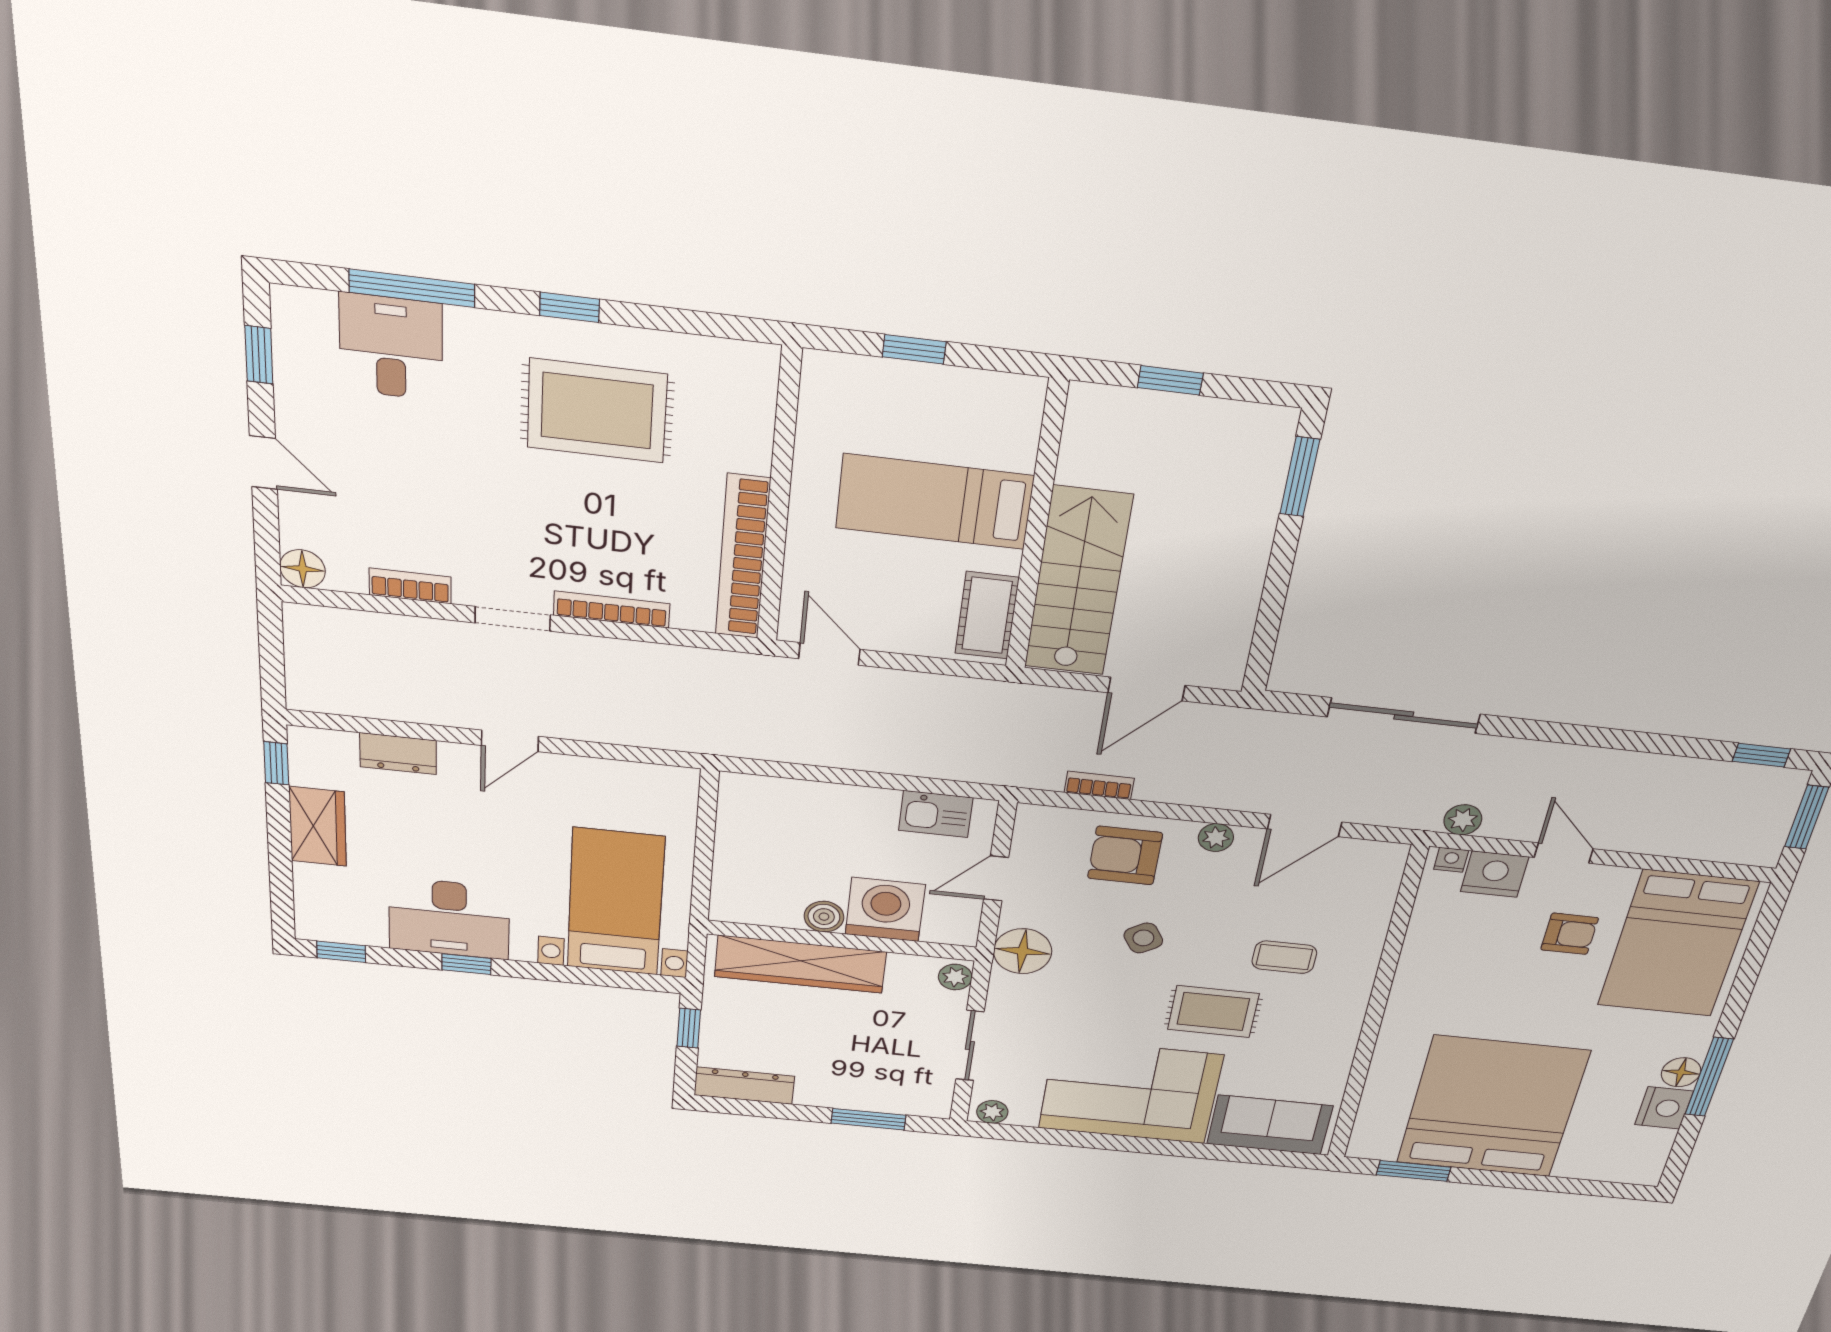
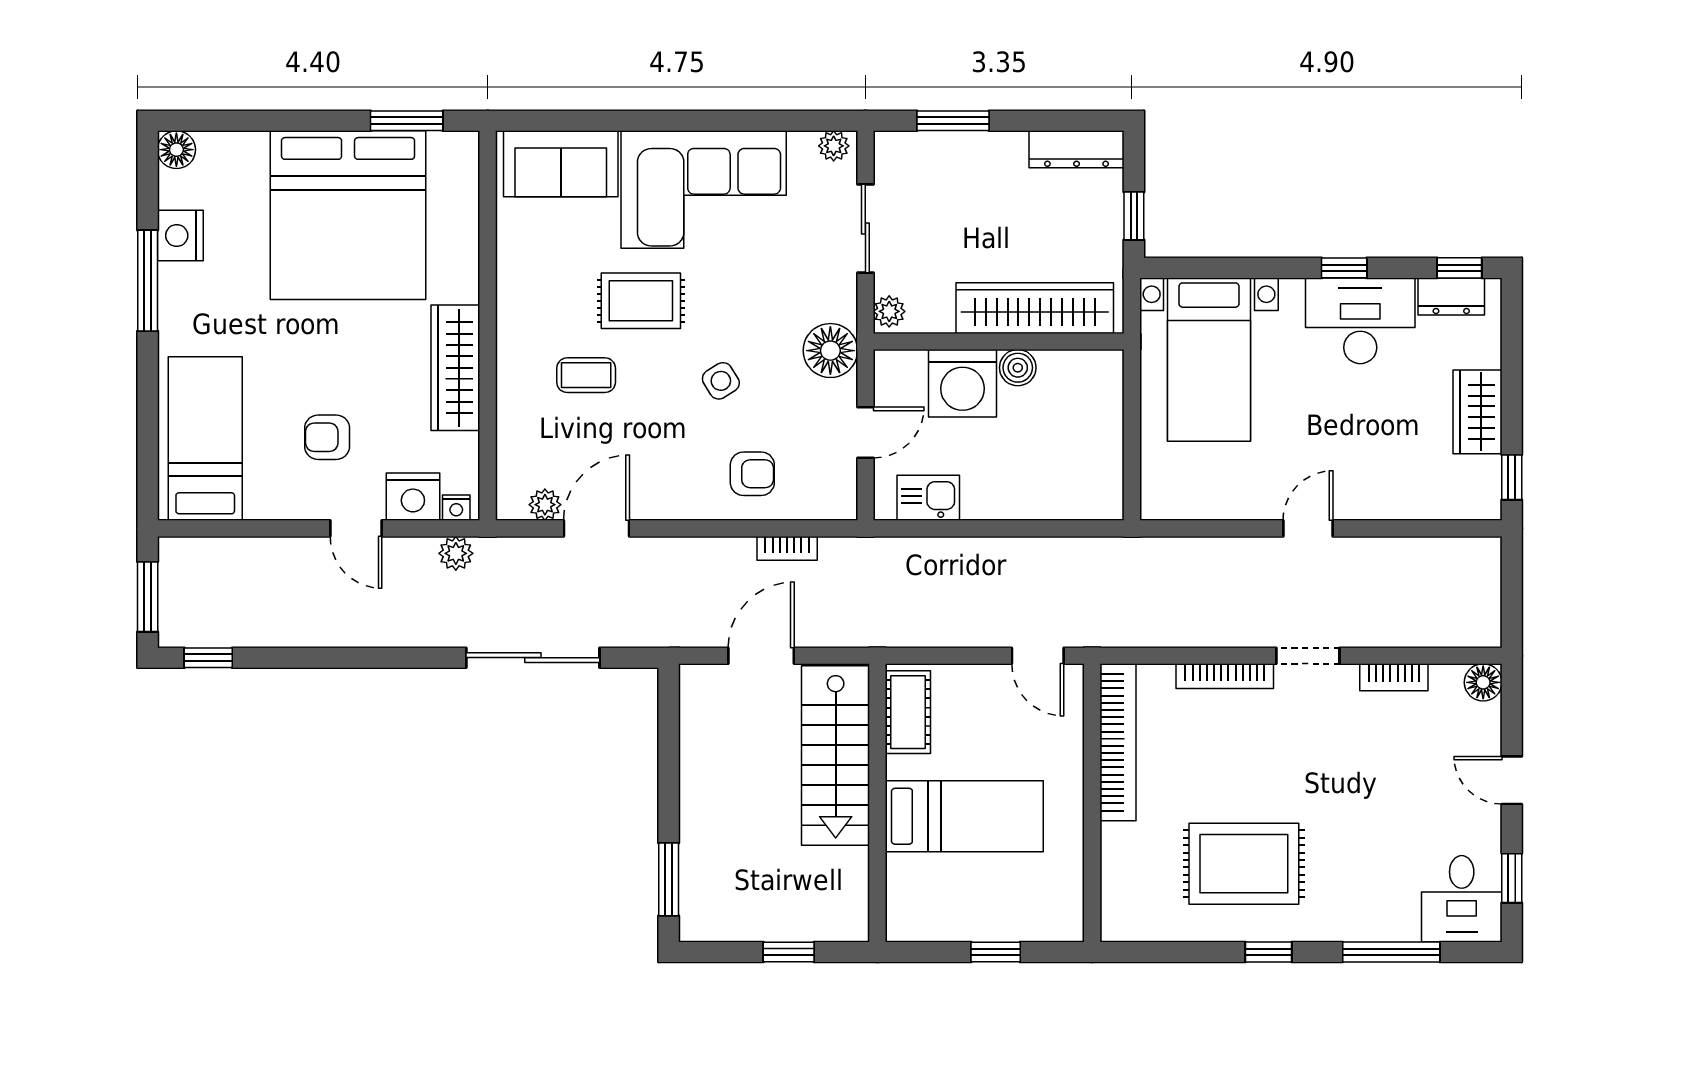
desk: (391, 347) -> (1462, 899), moved
dresser: (398, 754) -> (1451, 297), moved, turned 180
plant: (1216, 838) -> (545, 505), moved
armchair: (1125, 856) -> (752, 474), width x0.72, depth x0.72
bed: (1677, 944) -> (205, 438), width x0.67
wardrobe: (1419, 977) -> (455, 368), added
floor lamp: (1681, 1072) -> (176, 150), moved

